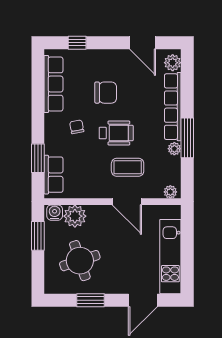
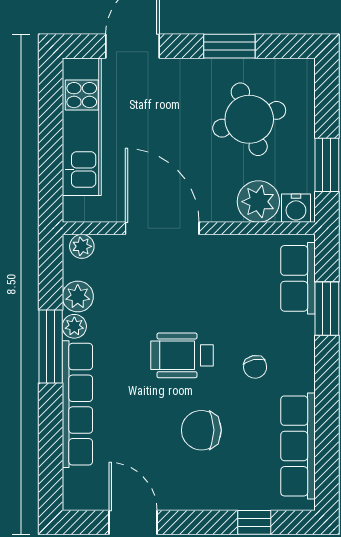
plant: (173, 63) -> (78, 297), moved
coffee table: (128, 167) -> (161, 292), removed
door: (127, 202) -> (162, 228), width x1.36

